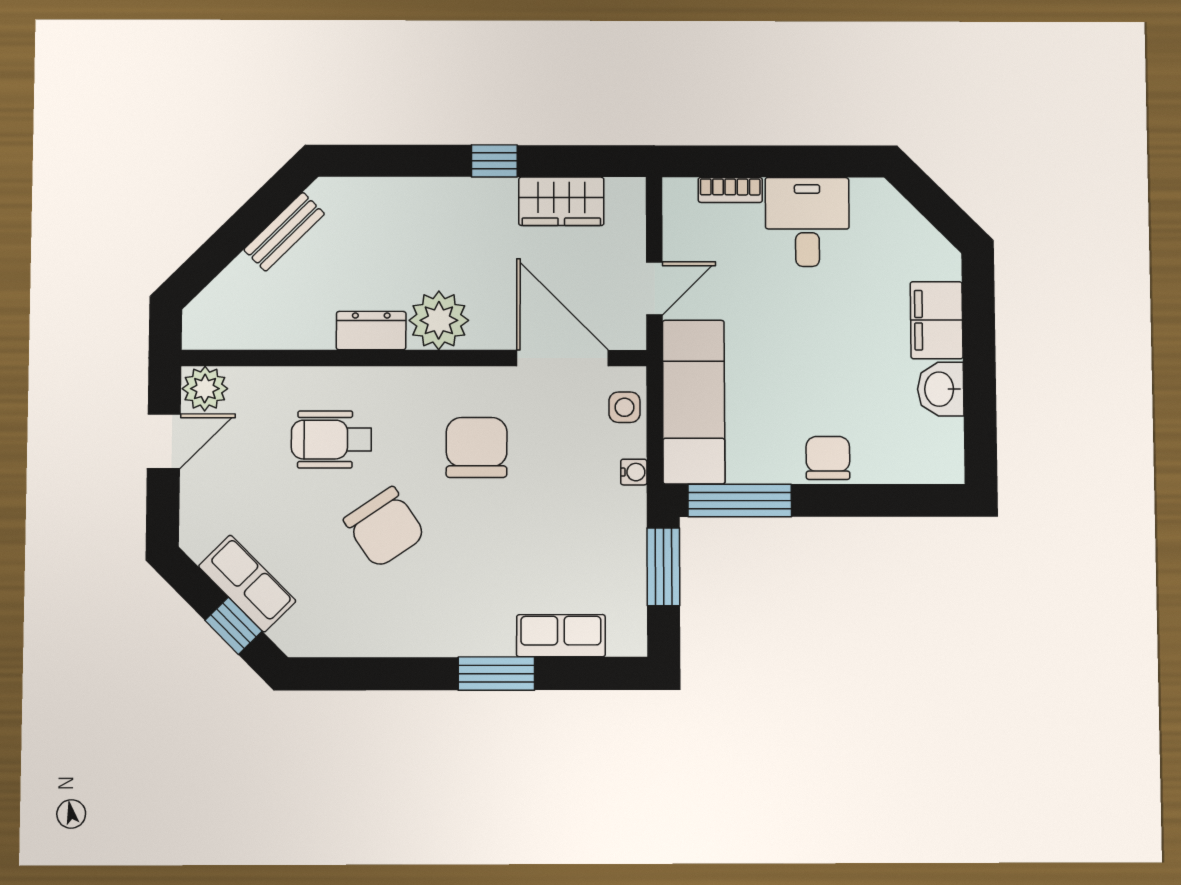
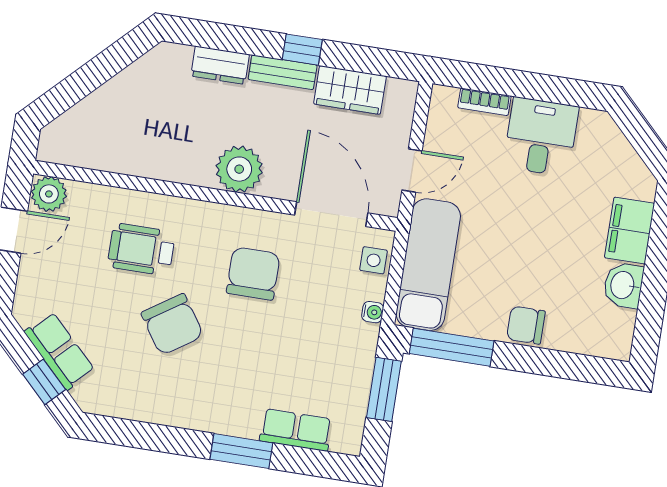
bench: (284, 232) -> (283, 72), moved, turned 45
dresser: (371, 331) -> (220, 65), moved, turned 180
chair: (828, 458) -> (526, 325), turned -90

